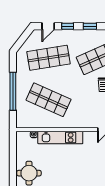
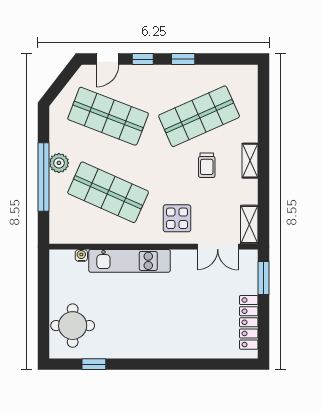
shop shelf: (48, 58) -> (108, 116), turned 30
plant: (21, 83) -> (59, 163), added
display table: (87, 114) -> (177, 218), added

